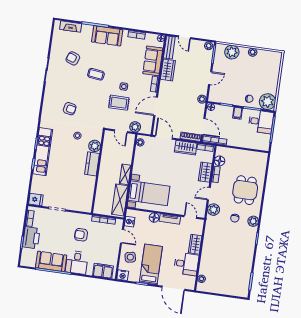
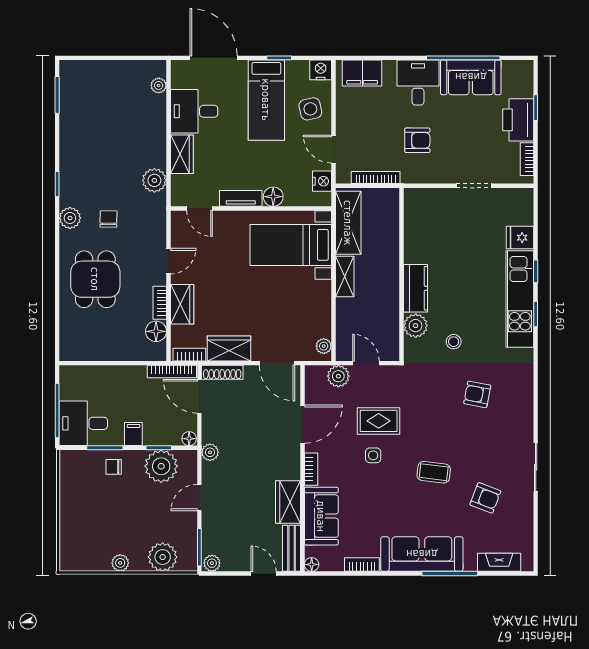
sofa: (107, 36) -> (422, 554), width x1.36
plant: (267, 102) -> (161, 466), moved
fridge: (36, 199) -> (520, 238), moved
plant: (214, 210) -> (154, 180), moved

